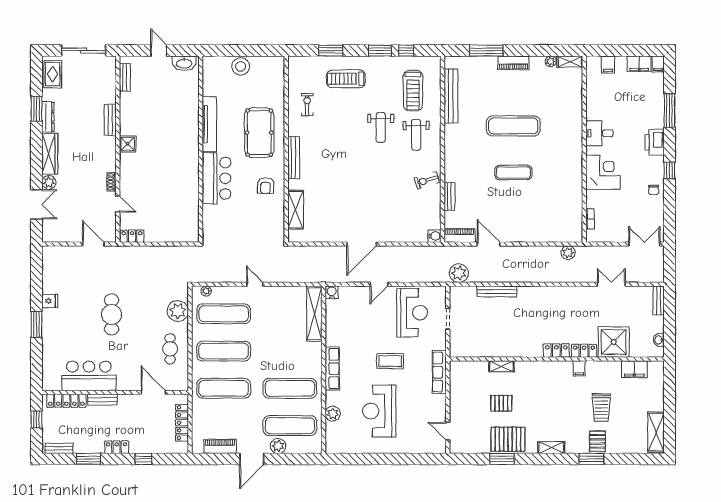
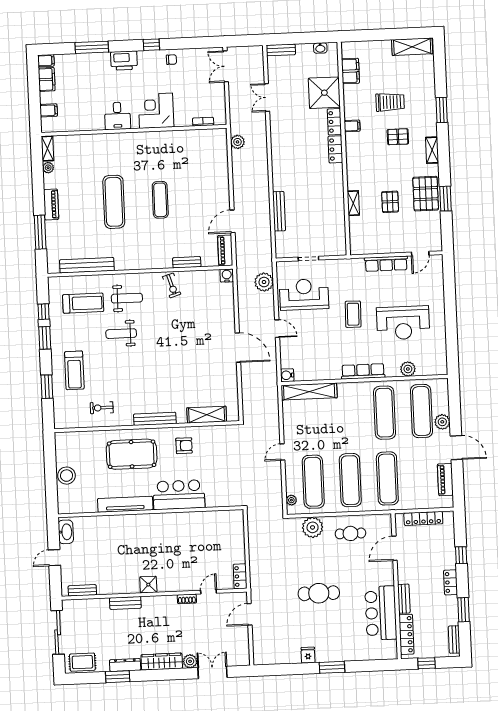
weight bench: (381, 127) -> (121, 334), turned 180
plant: (459, 273) -> (264, 282), moved
row of seats: (439, 372) -> (386, 264), moved
pallet: (598, 441) -> (398, 137), moved

